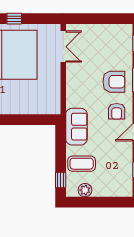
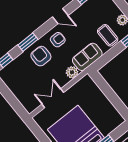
double door: (63, 47) -> (53, 98), moved
plant: (73, 99) -> (72, 72), added

